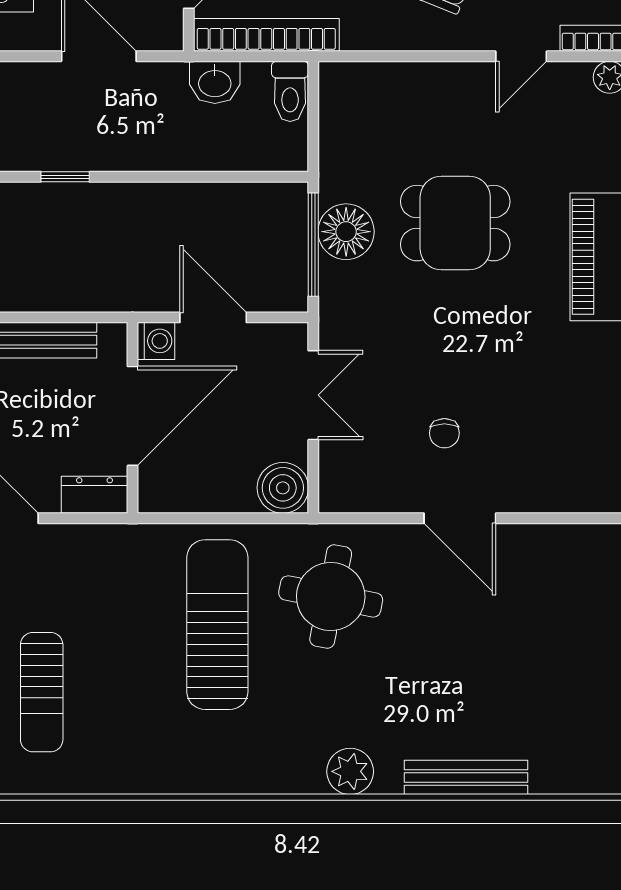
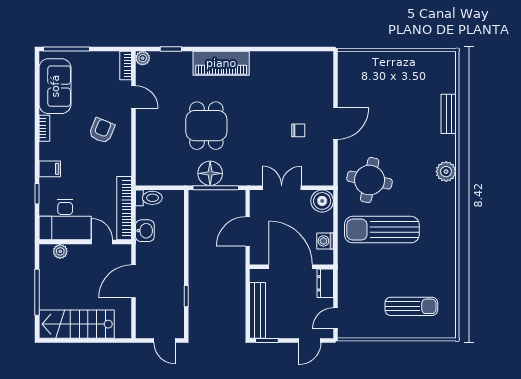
washing machine: (156, 341) -> (325, 241), moved, turned -90
bench: (466, 777) -> (449, 114), width x0.73

